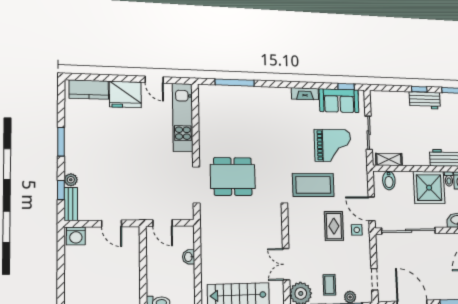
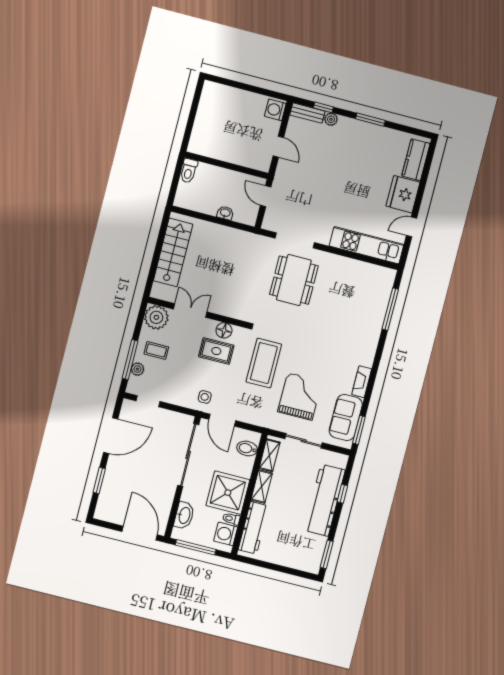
window: (346, 87) -> (359, 430), width x1.50
window: (419, 89) -> (342, 494), moved
workbench: (425, 100) -> (325, 500), width x1.88, depth x1.32
grand piano: (333, 146) -> (300, 396), turned 180
shelving: (416, 160) -> (262, 487), added
door: (372, 209) -> (222, 420), swing flipped
door: (163, 223) -> (266, 196), hinge flipped
door: (112, 224) -> (278, 147), swing flipped
rug: (334, 226) -> (216, 351), moved
floor lamp: (295, 229) -> (224, 330), added

